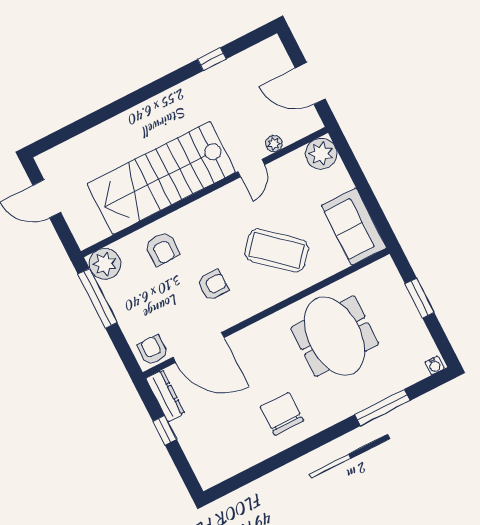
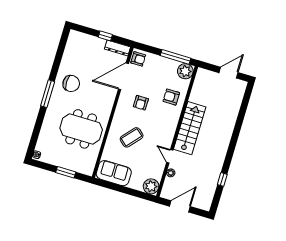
stairs: (161, 178) -> (190, 128), width x0.73, depth x0.66
coffee table: (277, 250) -> (132, 137), width x0.73, depth x0.76
window: (382, 408) -> (48, 94), moved

